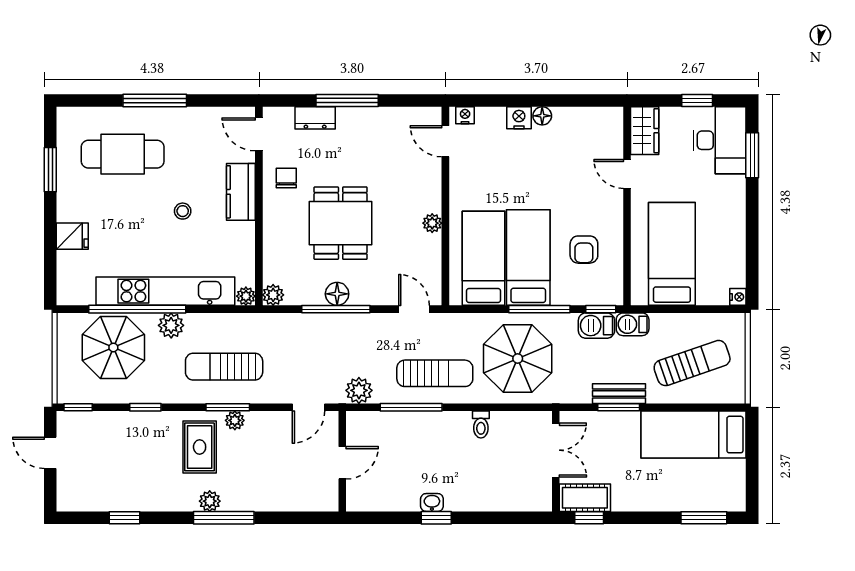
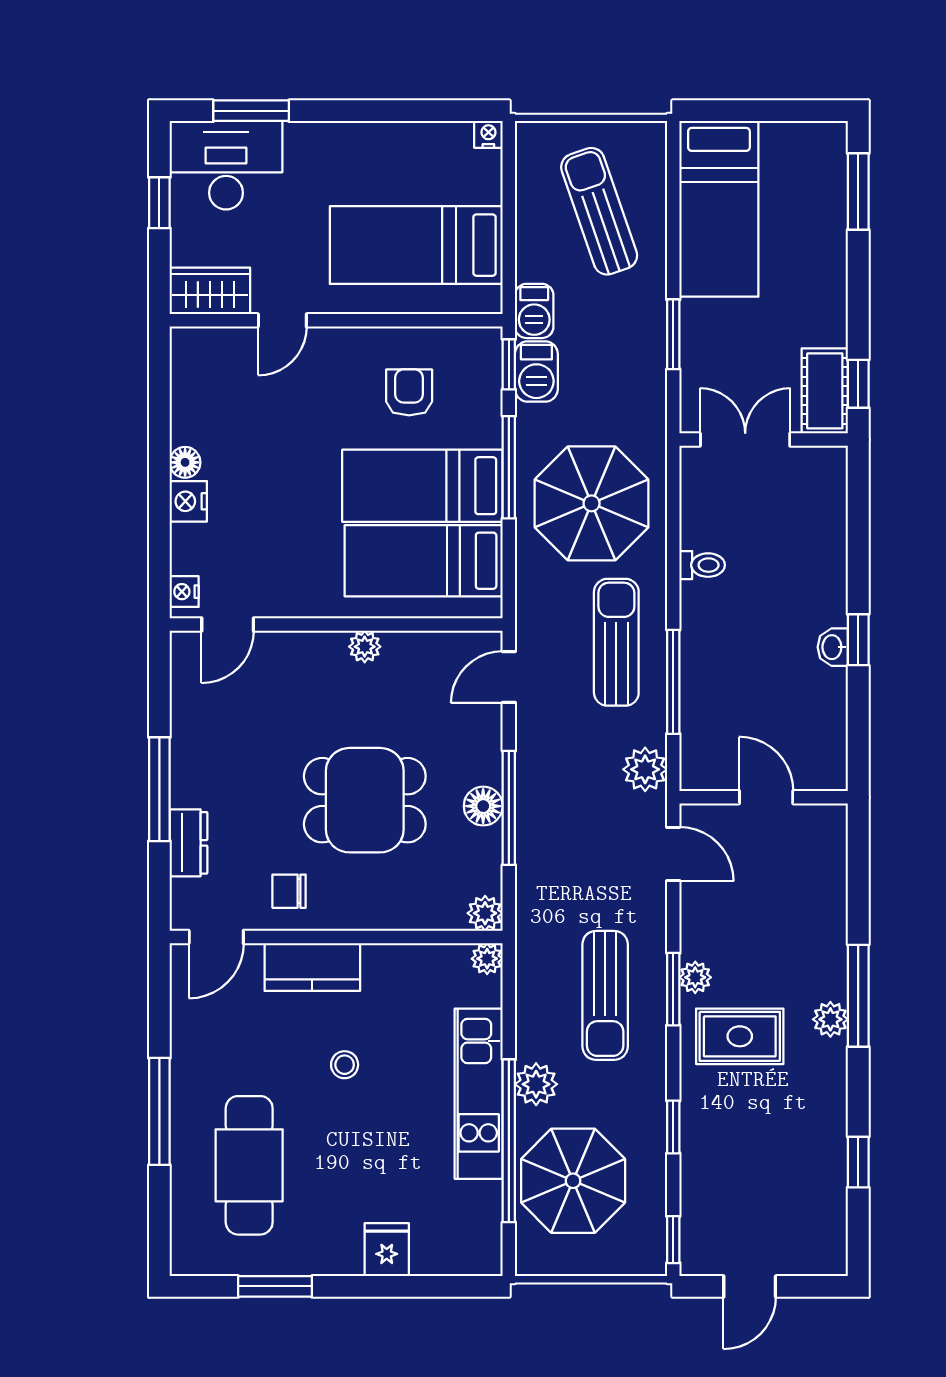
armchair: (584, 250) -> (409, 392), turned -90
kitchen unit: (165, 291) -> (479, 1094), width x0.73
bench: (619, 394) -> (650, 334), removed

